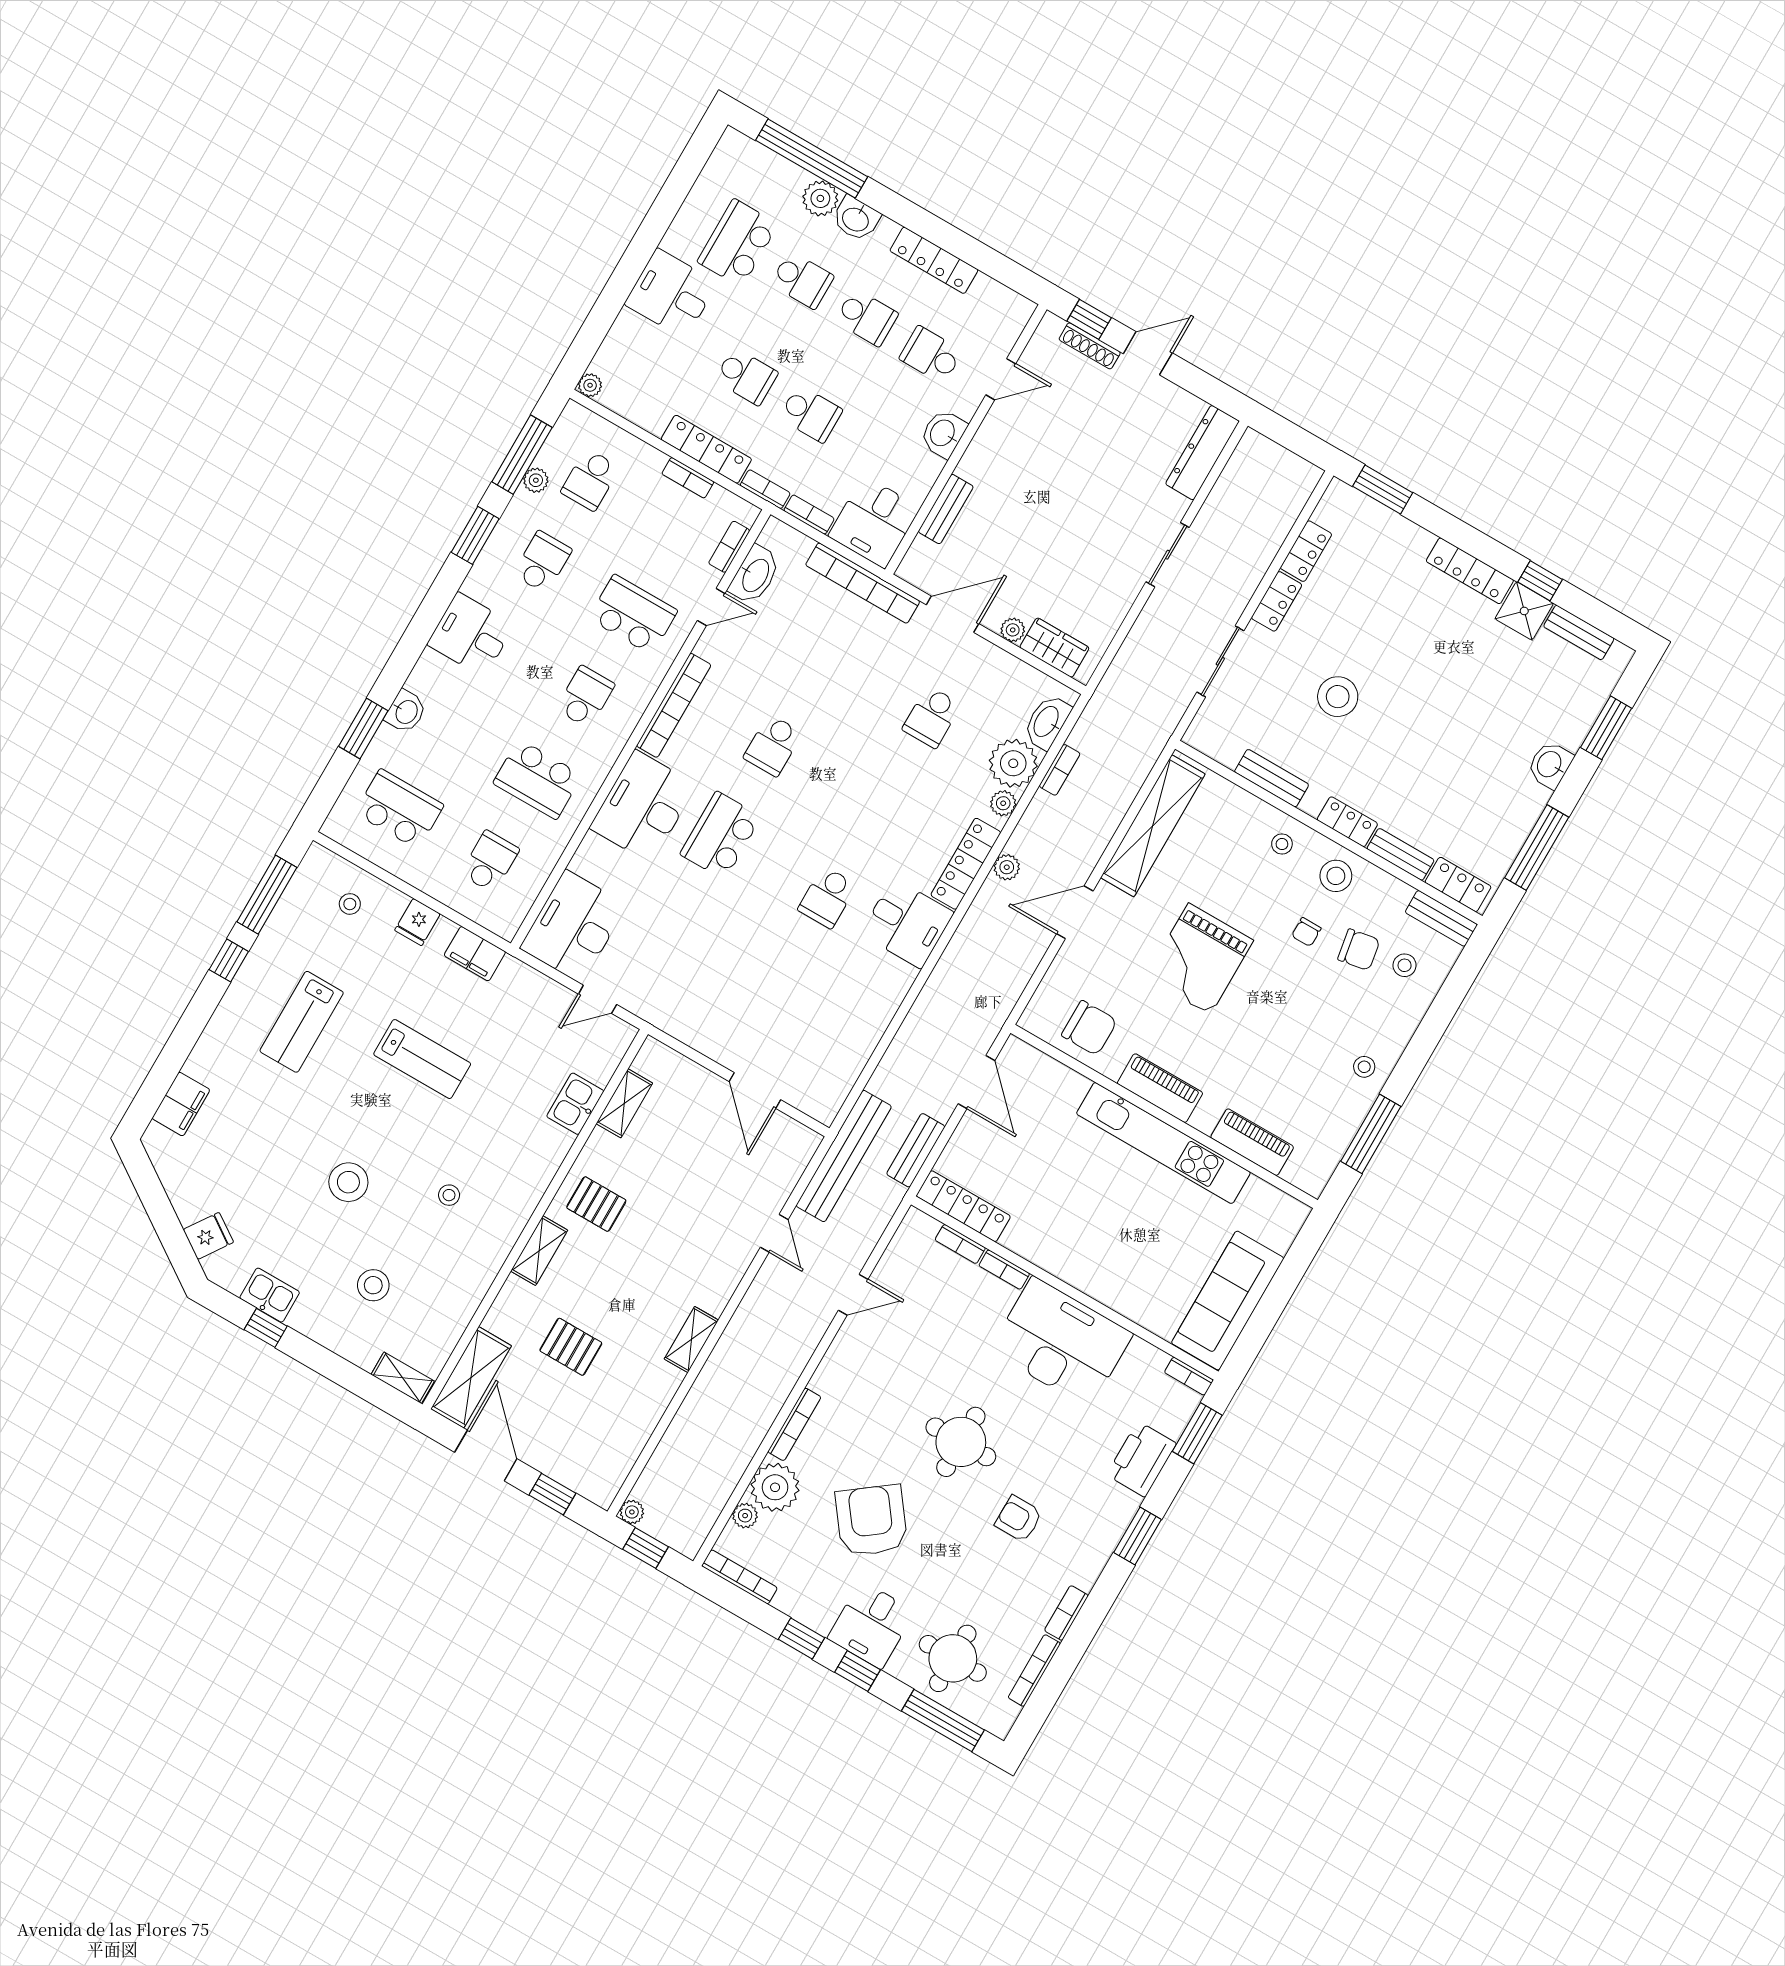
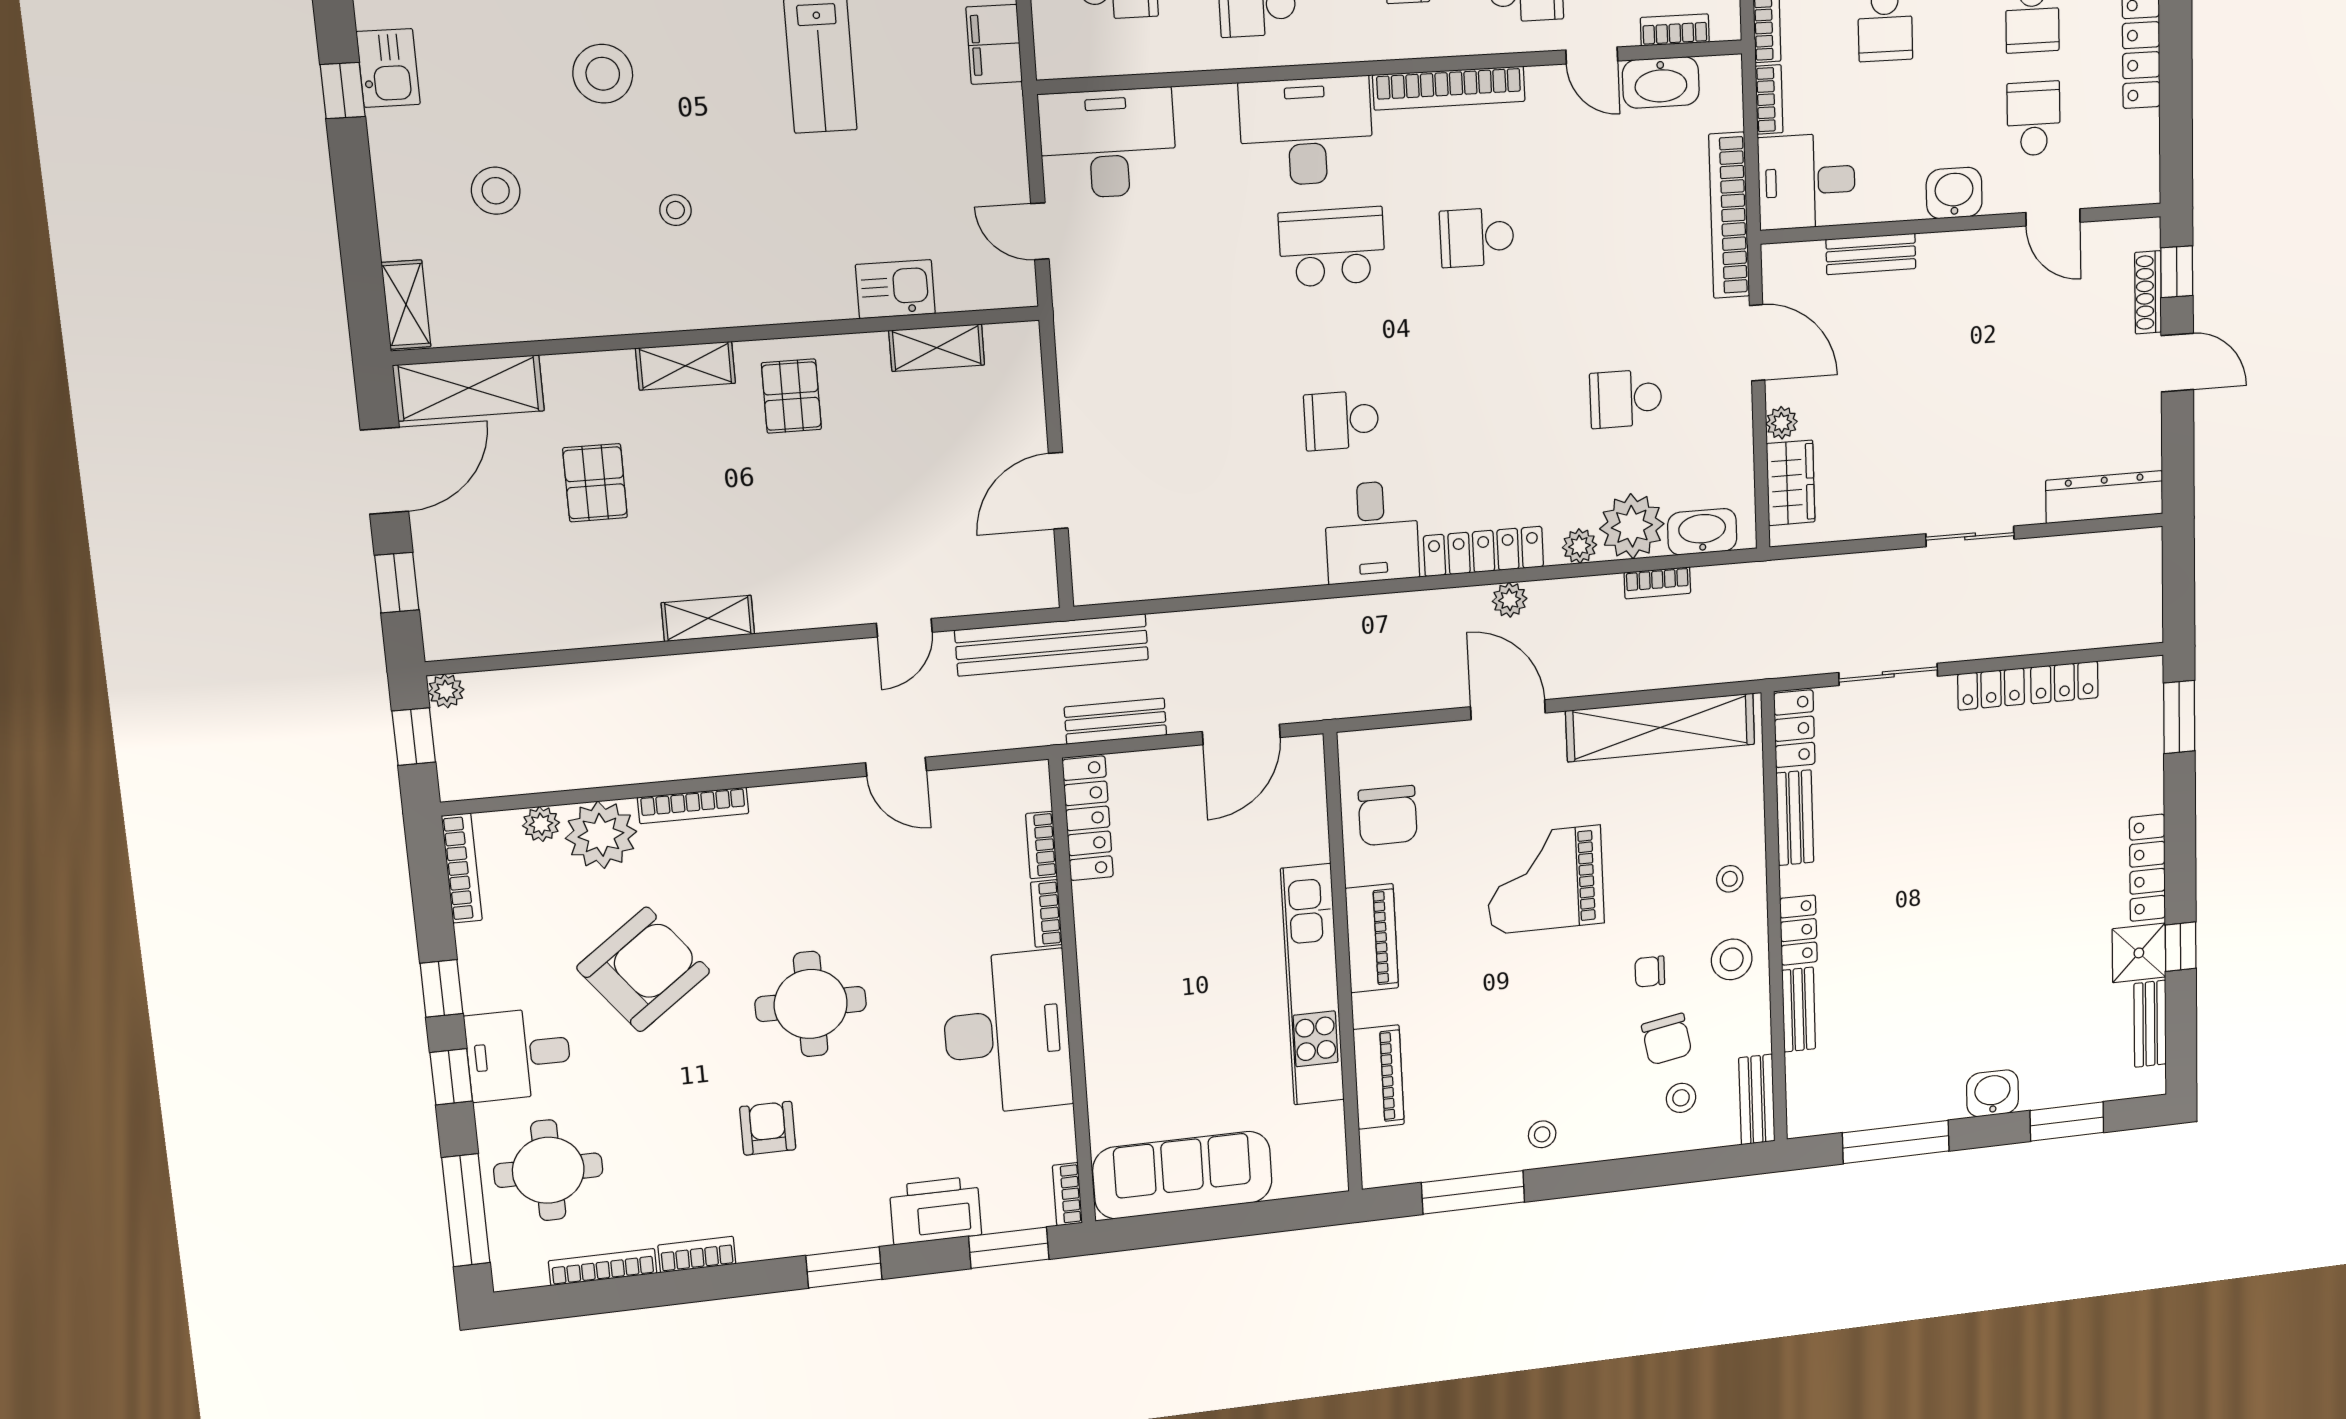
stool: (1338, 697) -> (1928, 825), removed
locker: (1458, 884) -> (1794, 729), moved

